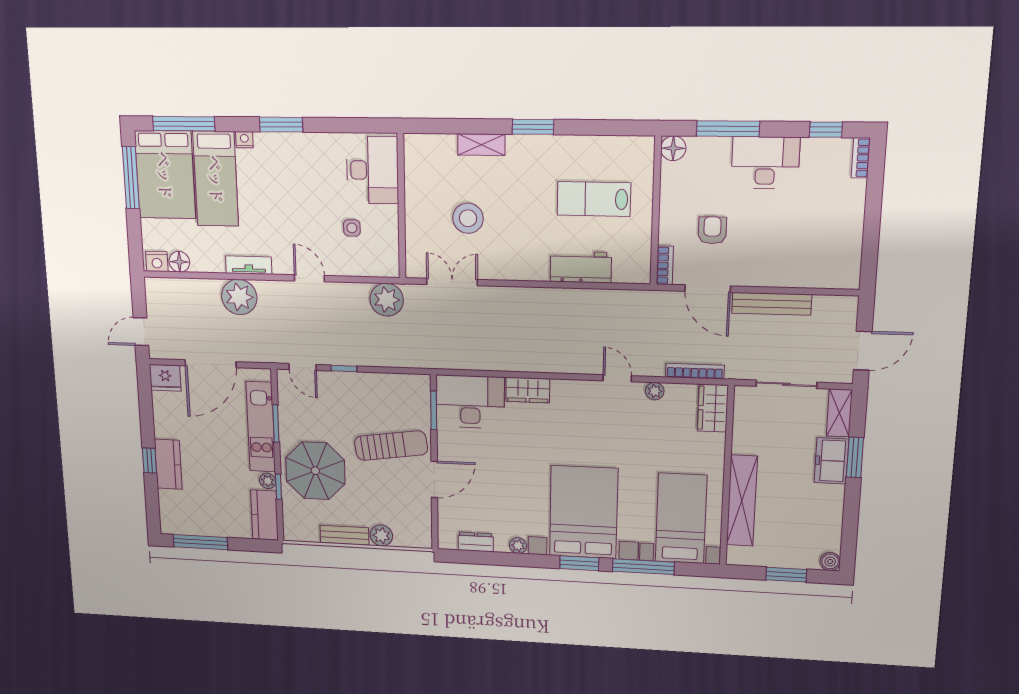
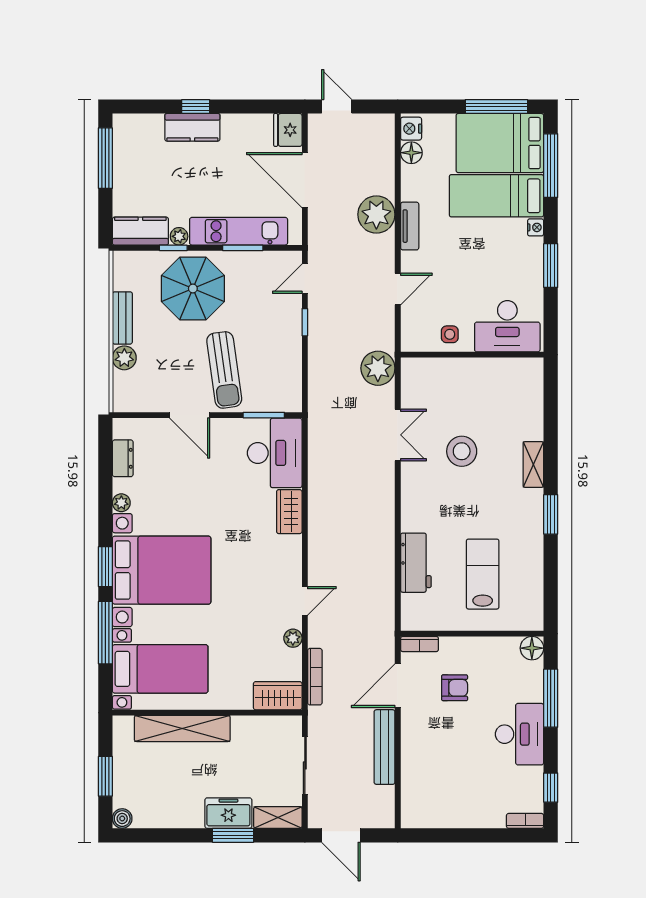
desk: (372, 170) -> (507, 326), moved
wall: (401, 206) -> (472, 355), moved

